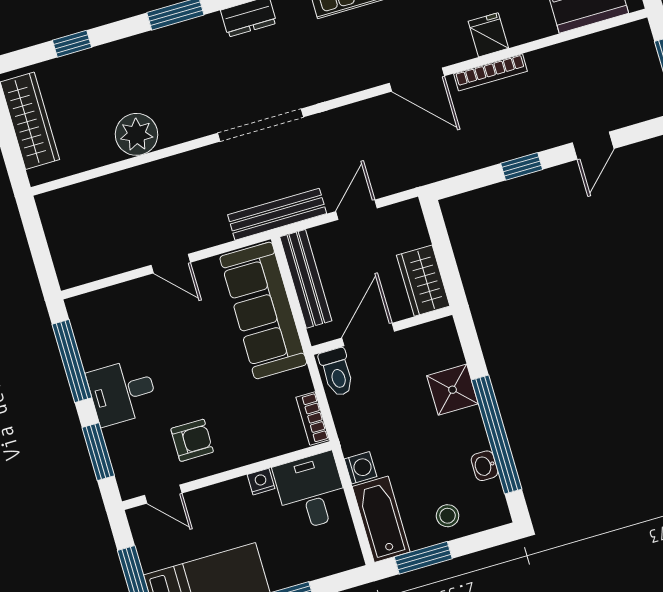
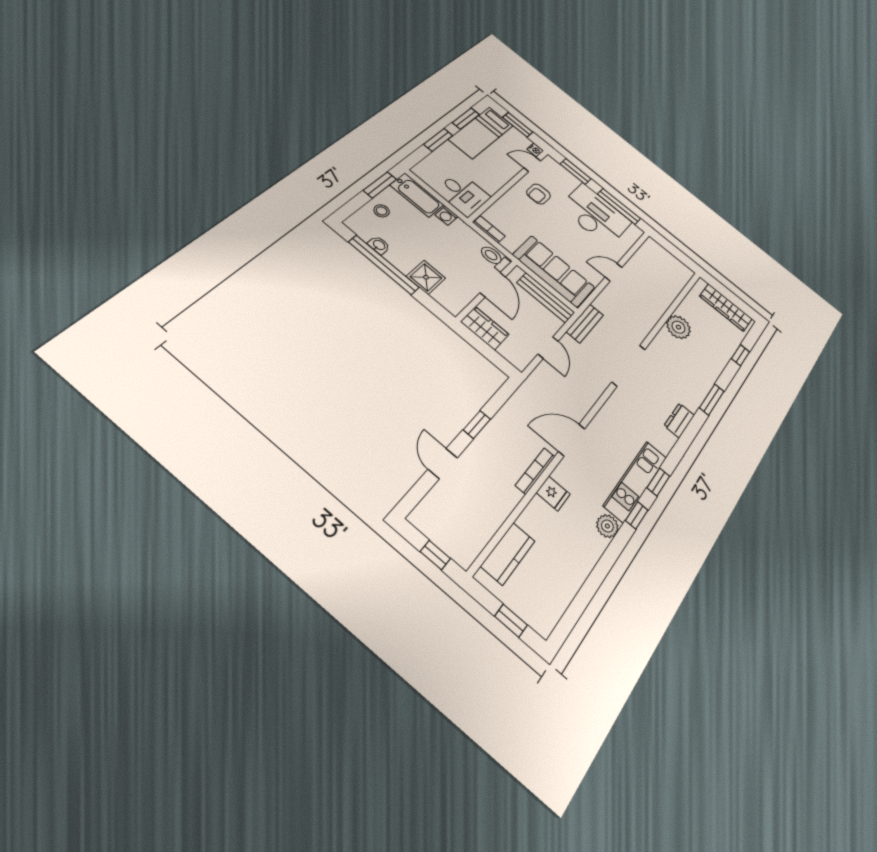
bench: (277, 214) -> (585, 323), width x0.73
desk: (122, 392) -> (595, 215), width x1.87, depth x1.30
nightstand: (261, 482) -> (535, 150), moved

